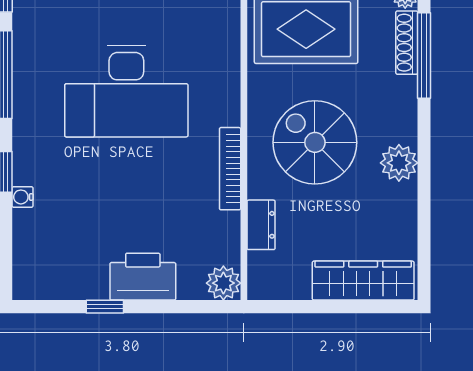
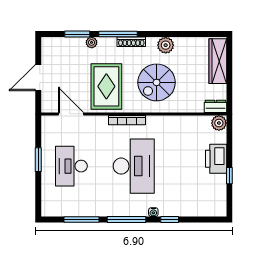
shoe rack: (407, 43) -> (131, 42), moved
bookcase: (230, 169) -> (127, 120), moved
water cooler: (23, 197) -> (153, 212), moved
dresser: (261, 225) -> (215, 106), moved

